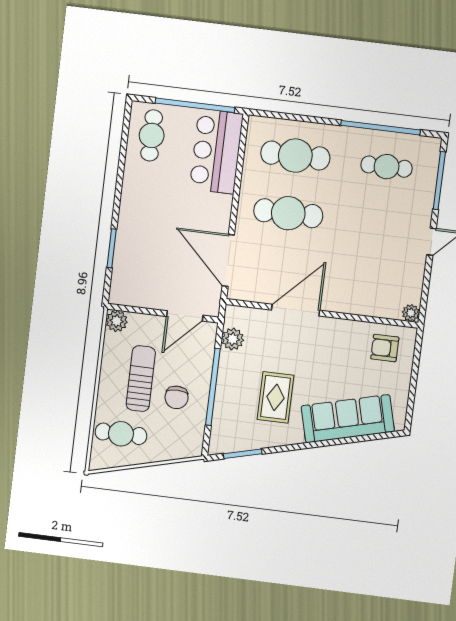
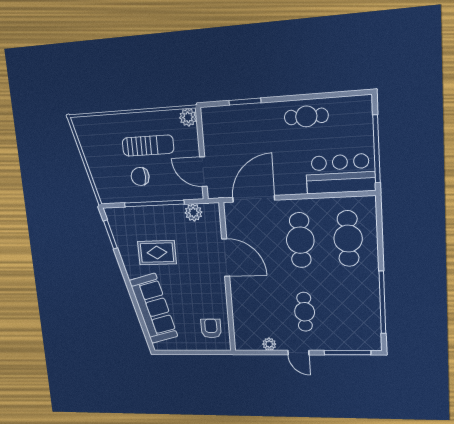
cafe table: (152, 135) -> (306, 116), moved
cafe table: (387, 167) -> (305, 312), moved
plant: (411, 313) -> (269, 344), moved
cafe table: (121, 434) -> (103, 138), removed

